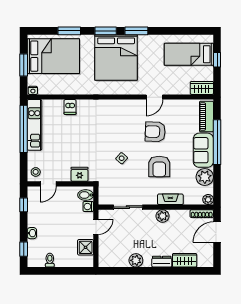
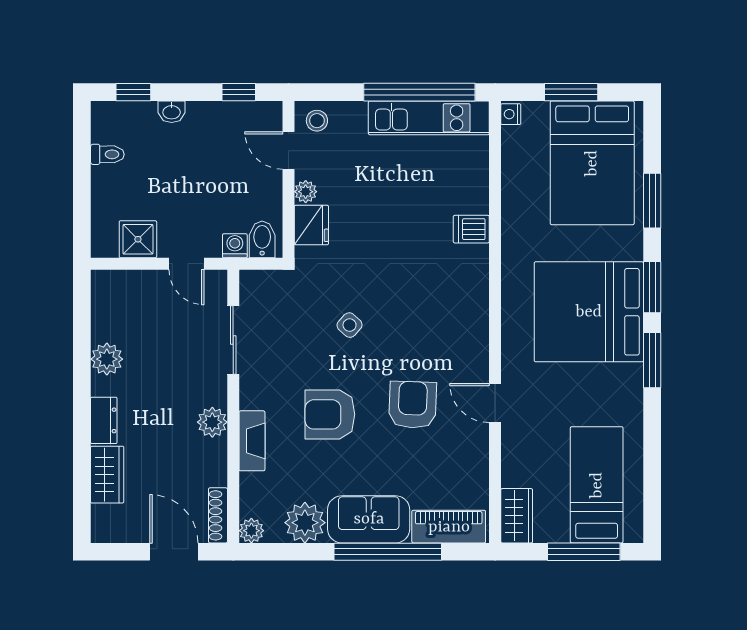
window: (217, 60) -> (584, 552), width x2.17
dishwasher: (70, 107) -> (471, 229), moved
plant: (65, 177) -> (306, 192), added

